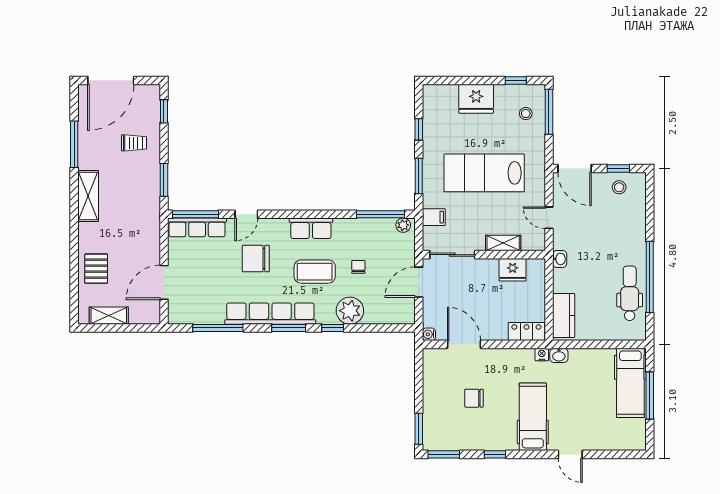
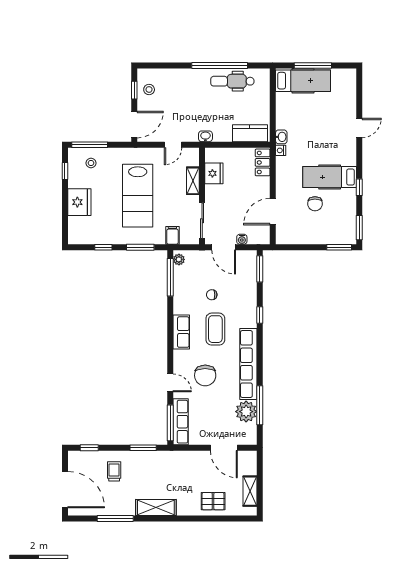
plant: (350, 311) -> (246, 412), moved
window: (289, 328) -> (260, 269), moved
water cooler: (429, 334) -> (242, 239), moved
hospital bed: (533, 417) -> (330, 177), moved

